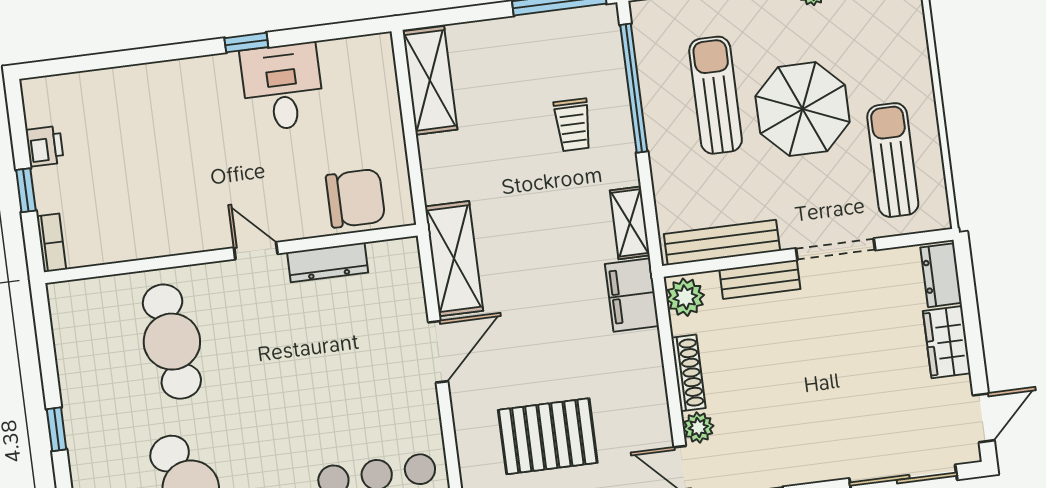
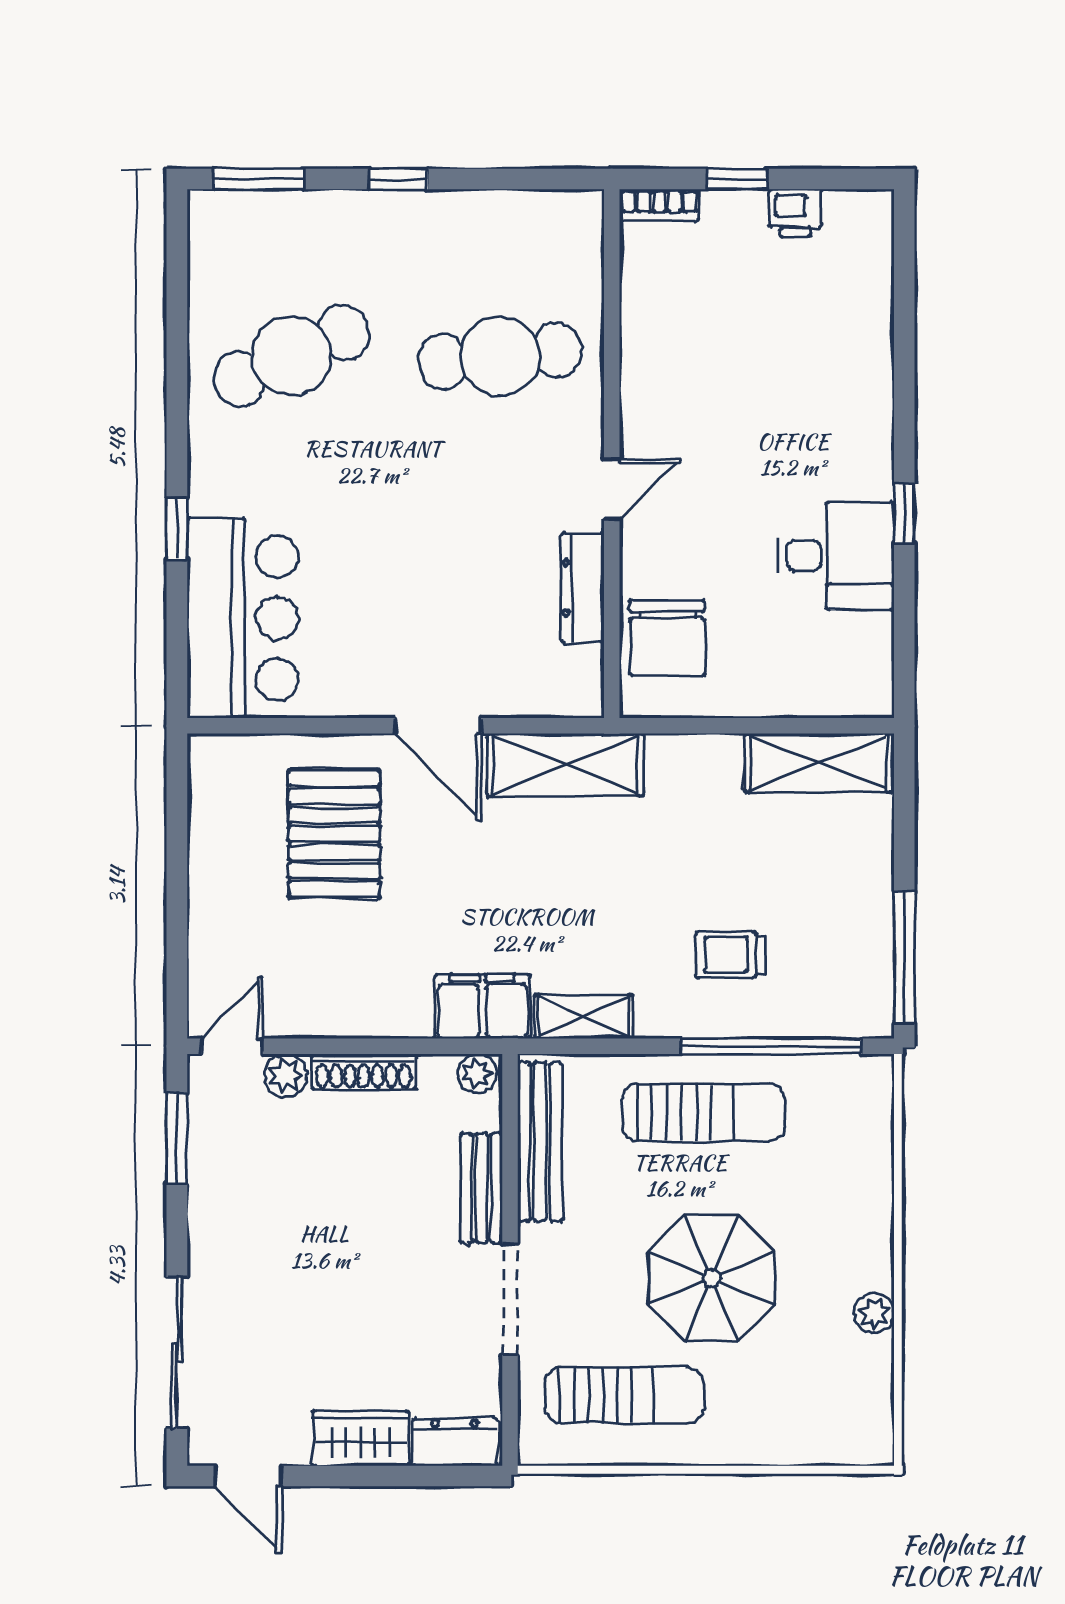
sun lounger: (716, 95) -> (704, 1112), moved
plant: (685, 297) -> (477, 1073), width x0.73, depth x0.73
pallet: (548, 436) -> (334, 834), moved

